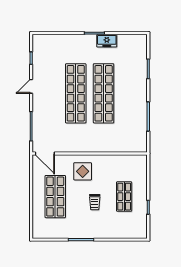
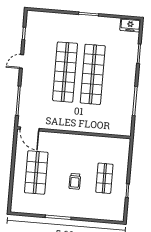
freezer: (107, 41) -> (130, 25), moved
display table: (83, 171) -> (65, 150), removed

